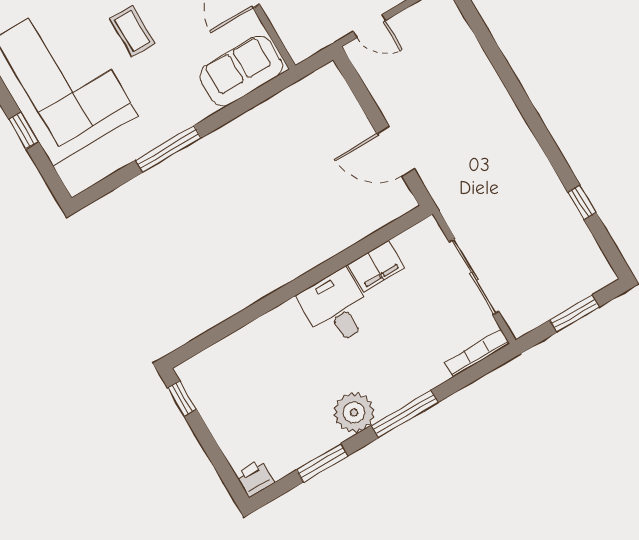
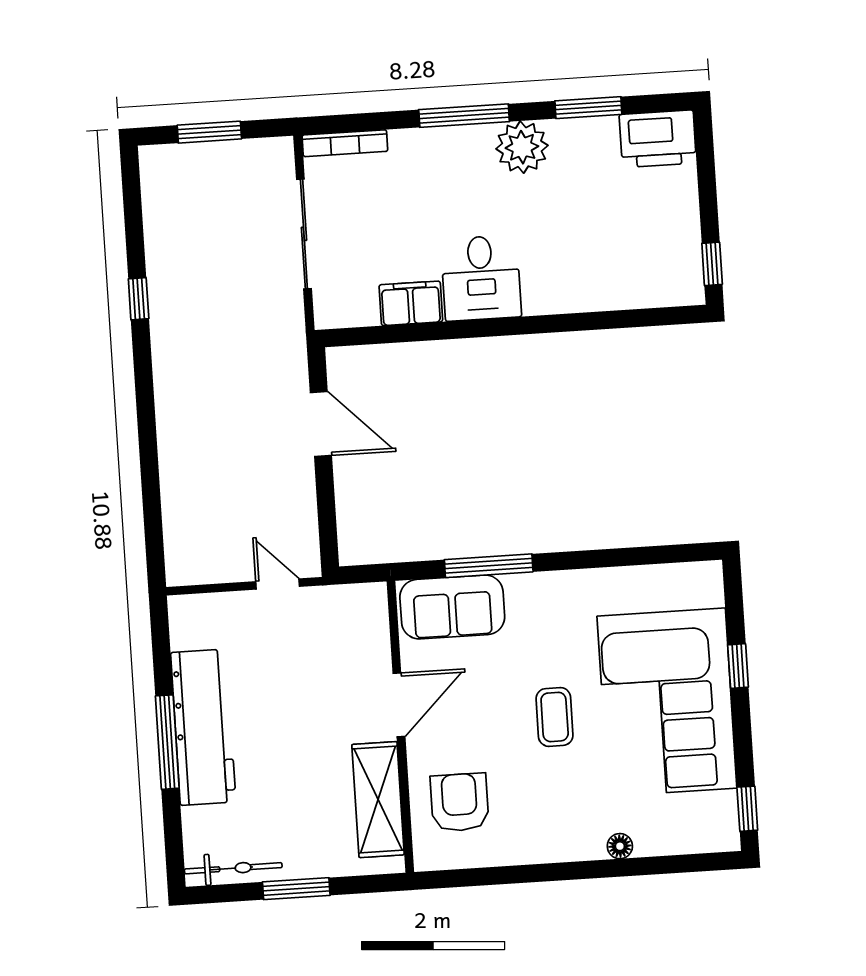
window: (169, 149) -> (489, 566), moved
window: (582, 202) -> (139, 299), moved
printer: (255, 478) -> (658, 139), width x1.87, depth x1.48

